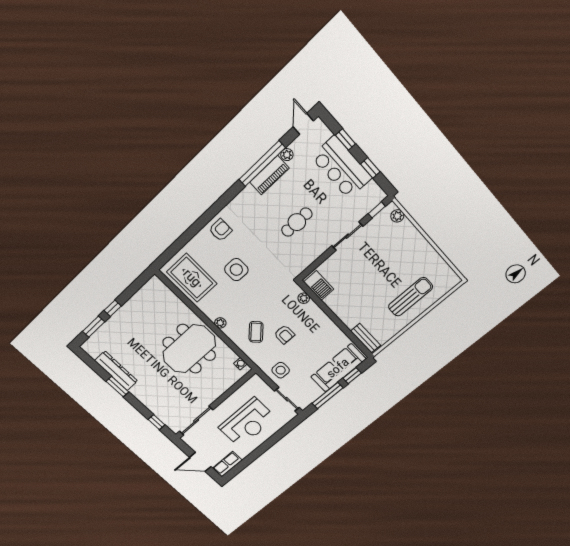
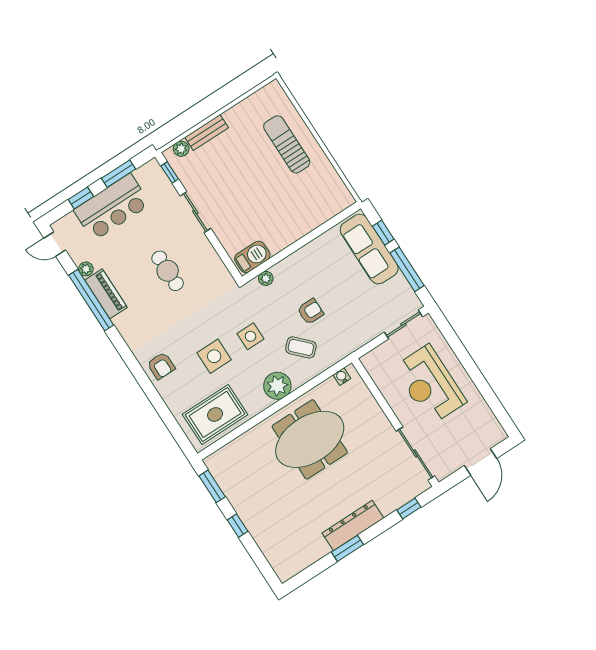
window: (370, 168) -> (118, 174), width x1.50
armchair: (220, 230) -> (161, 366), turned 180
plant: (220, 323) -> (277, 386), width x1.87, depth x1.87
window: (94, 327) -> (212, 486), moved
bench: (366, 338) -> (207, 133), moved
meeting table: (189, 349) -> (310, 439), turned 90
side table: (281, 370) -> (251, 336), moved
dresser: (116, 371) -> (353, 526), moved
reception desk: (247, 423) -> (430, 385), turned 180
row of seats: (227, 464) -> (490, 425), removed

